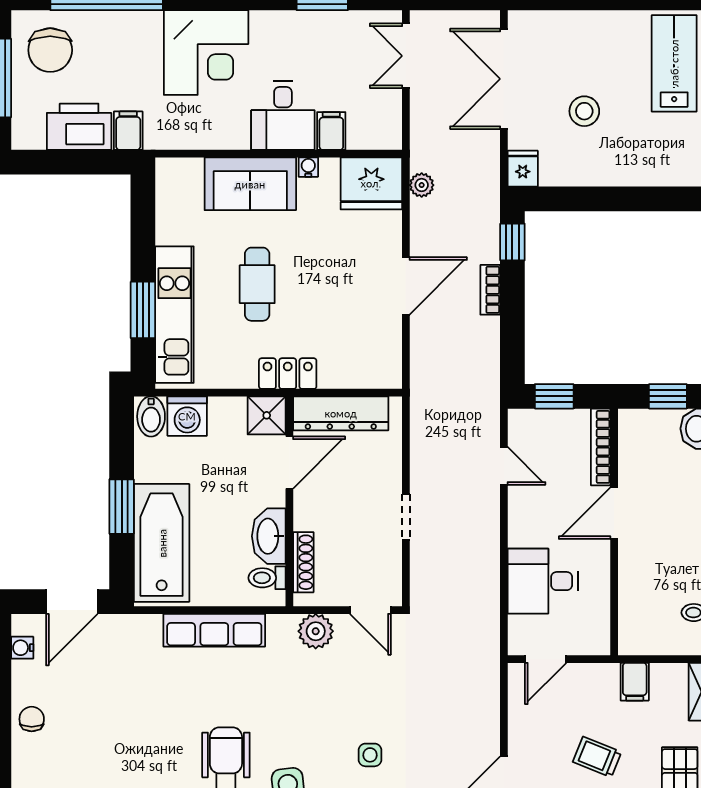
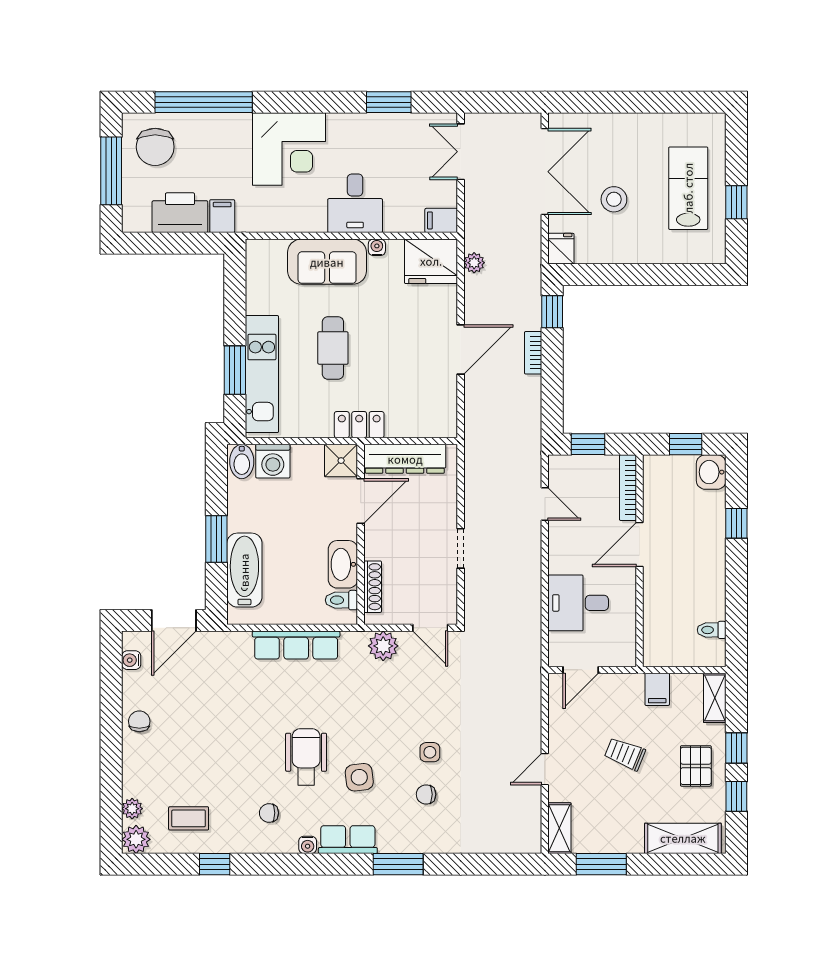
lab bench: (674, 63) -> (688, 188), moved
double door: (504, 79) -> (545, 172), swing flipped
filing cabinet: (331, 131) -> (441, 220), moved, turned -90
bathtub: (162, 543) -> (244, 570), width x0.73, depth x0.73

